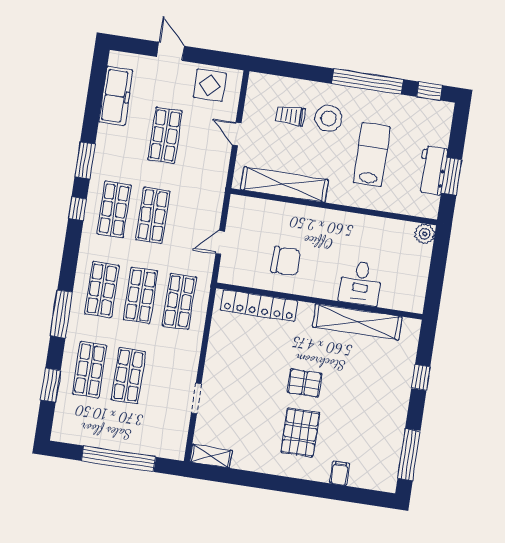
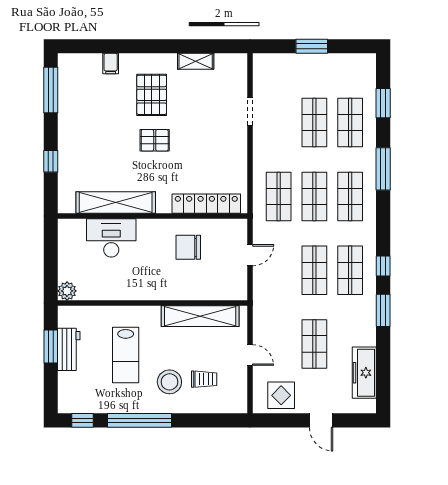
desk: (361, 283) -> (111, 238), width x1.37
shelving: (211, 456) -> (196, 61), moved
window: (119, 459) -> (312, 46), width x0.47

